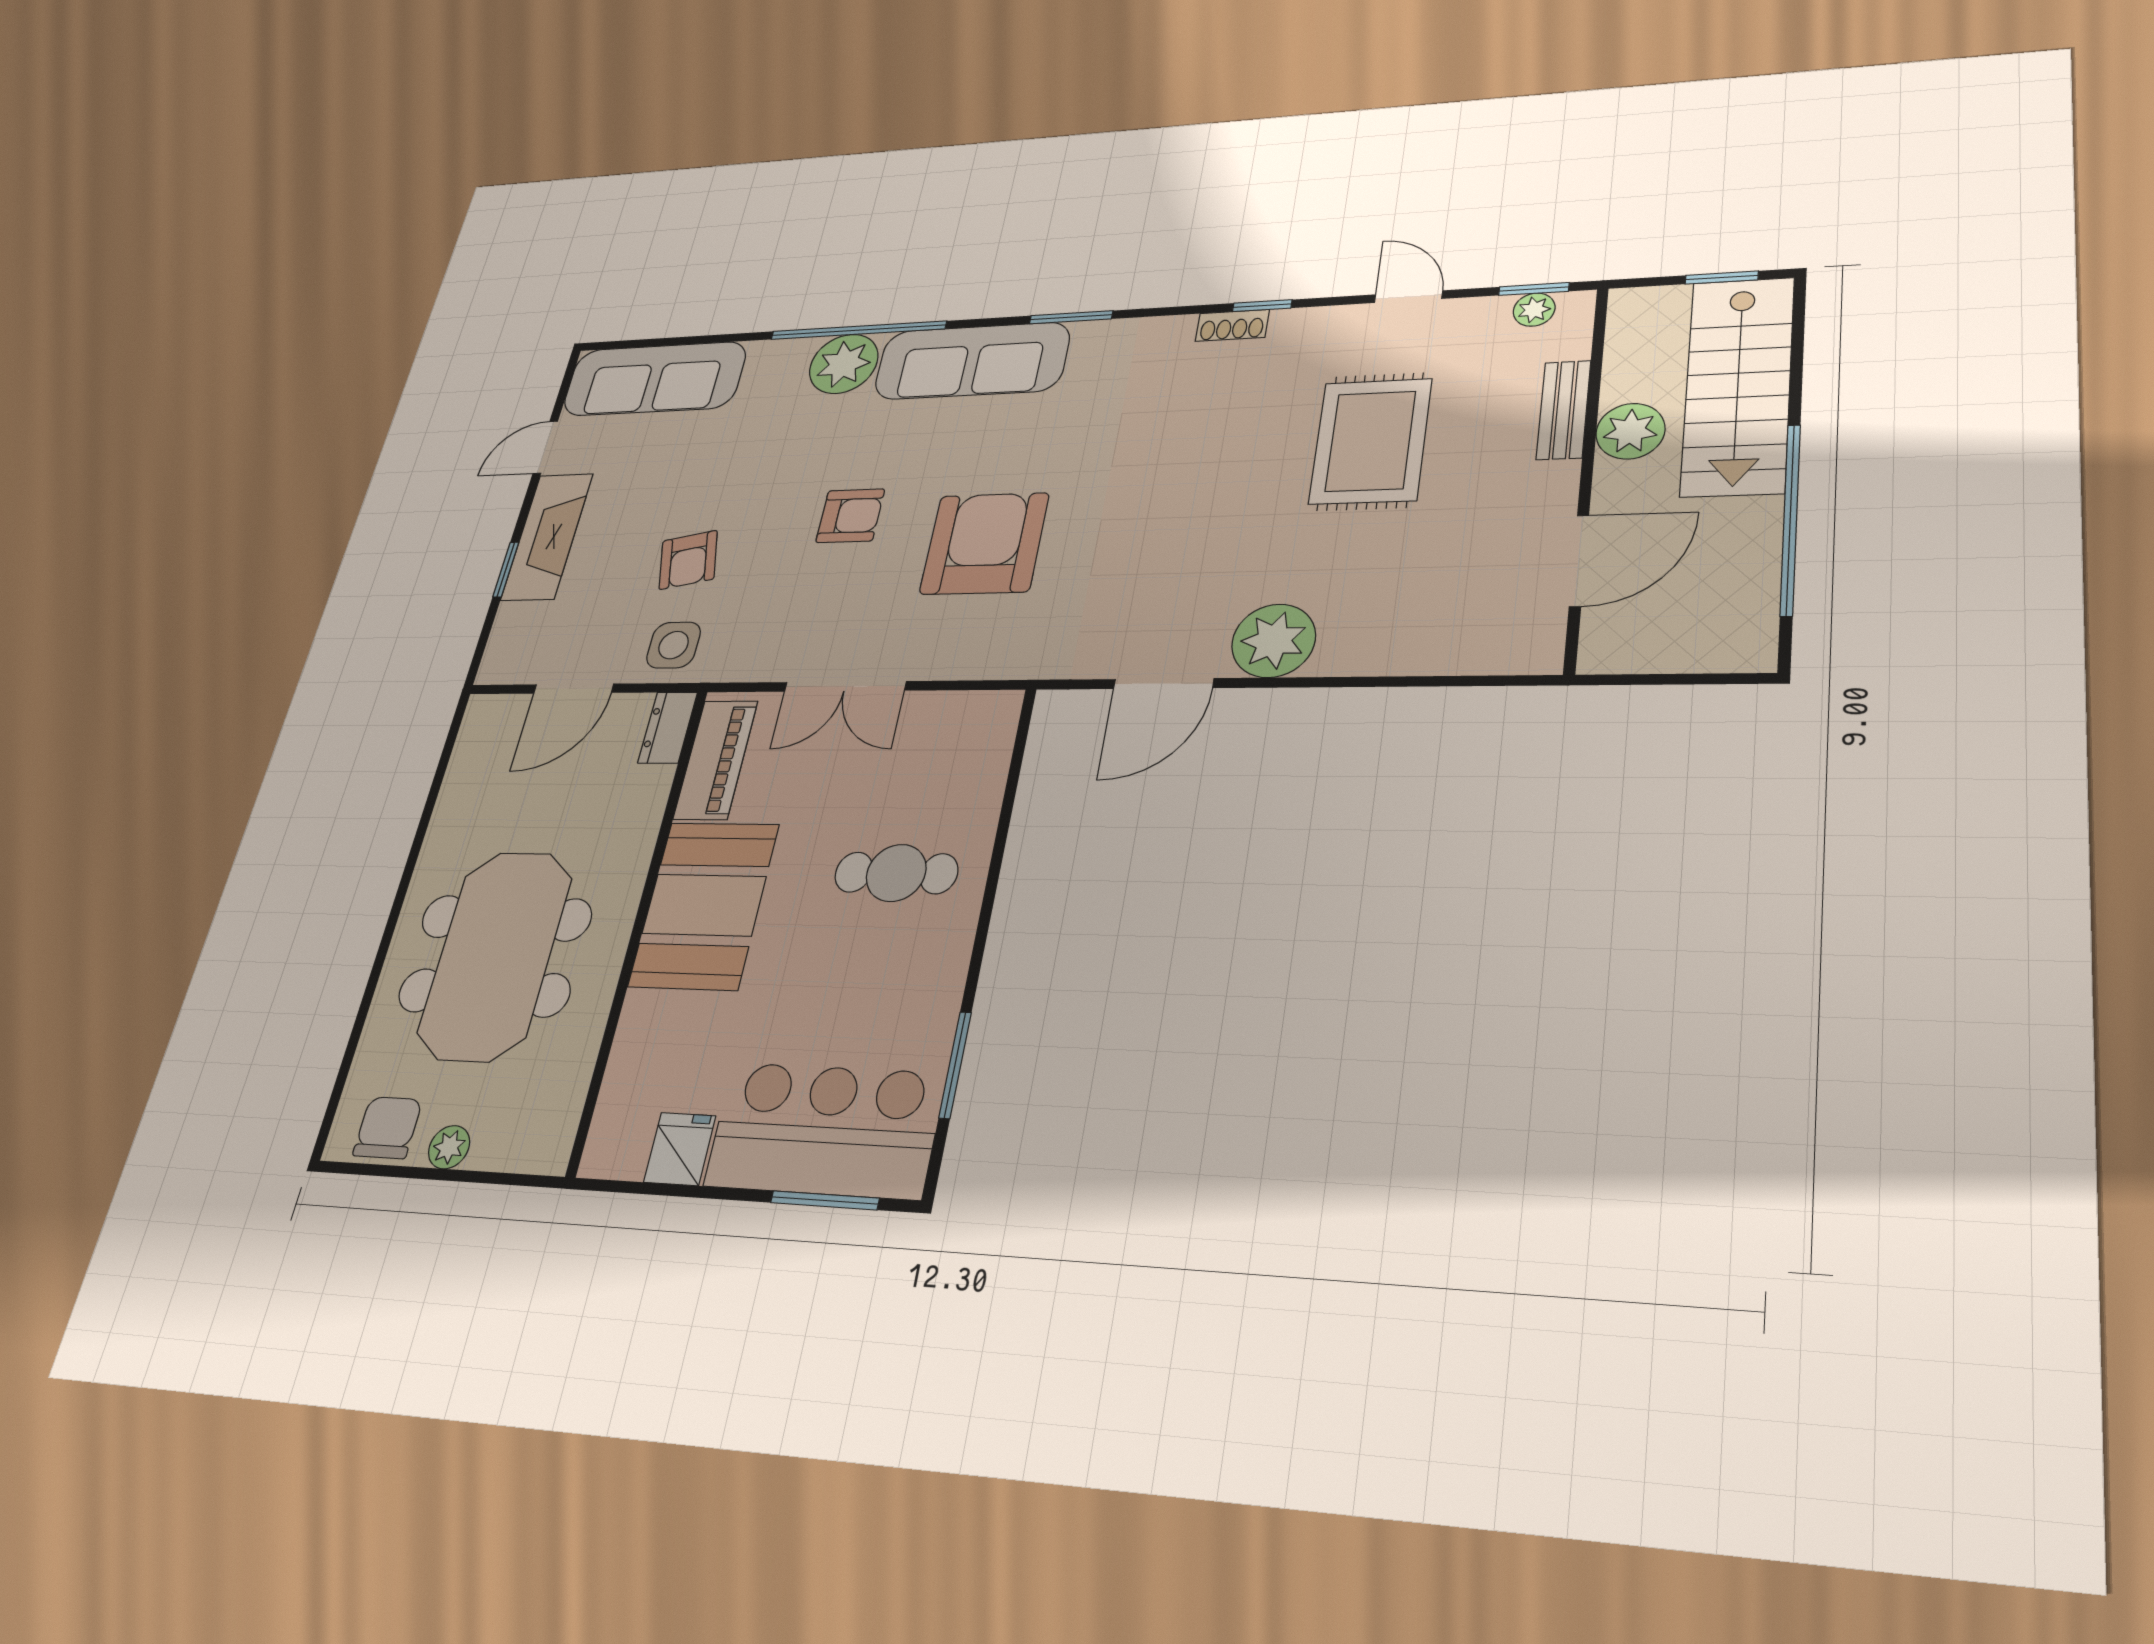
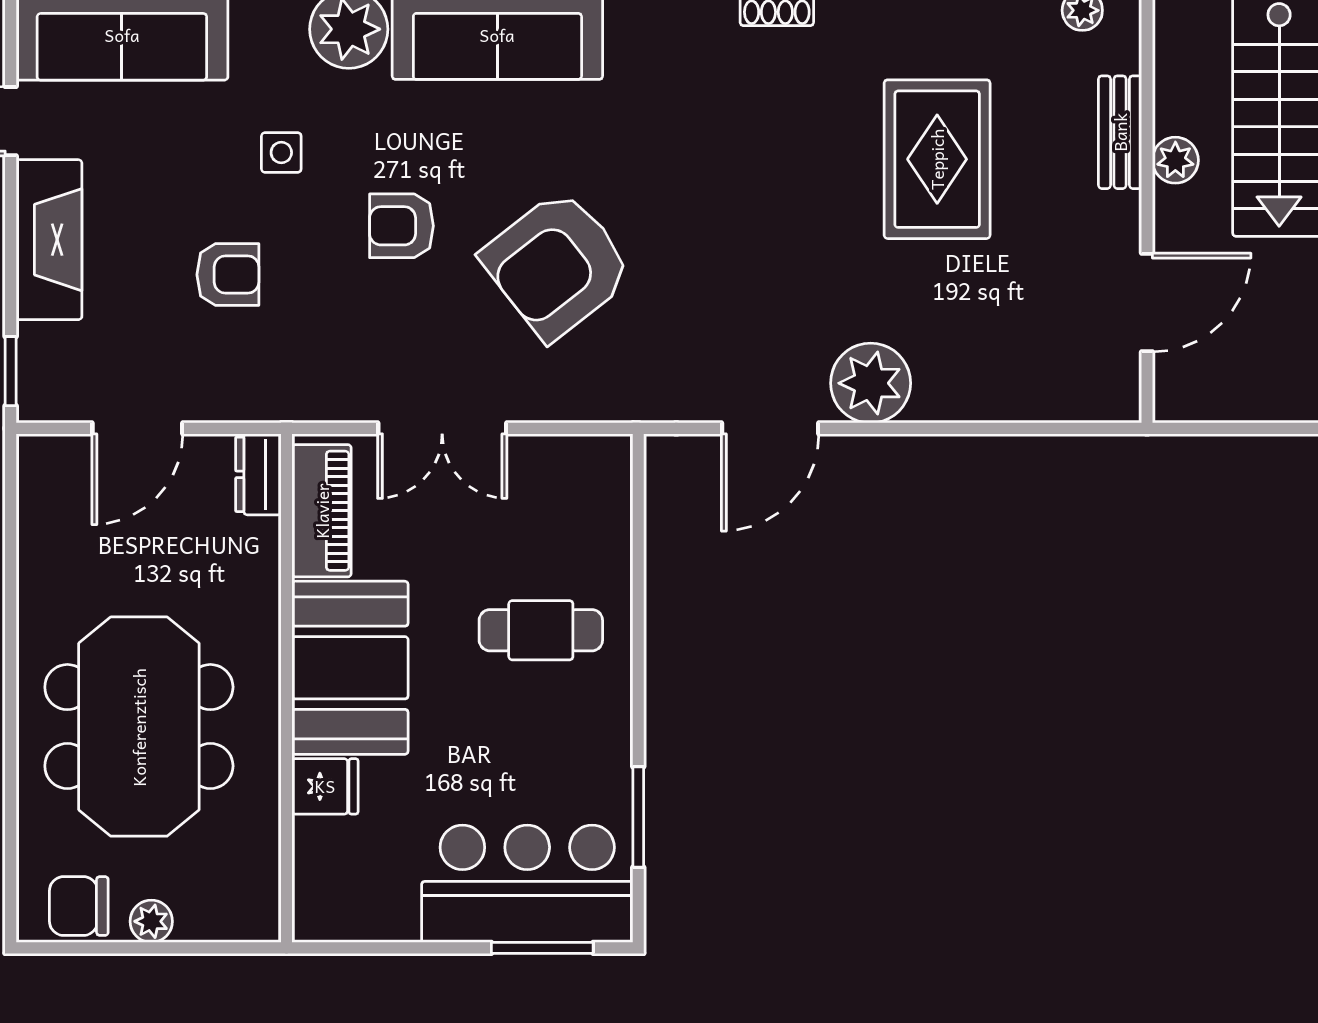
plant: (1630, 431) -> (1175, 160), width x0.73, depth x0.73
armchair: (850, 516) -> (401, 226), turned 180
armchair: (984, 543) -> (557, 265), turned -128
armchair: (688, 560) -> (228, 275), turned -79
window: (506, 570) -> (11, 371), moved
side table: (674, 645) -> (281, 153), moved, width x0.73, depth x0.73
chair: (388, 1128) -> (79, 906), turned -90
fridge: (680, 1149) -> (325, 786), moved, turned 90

